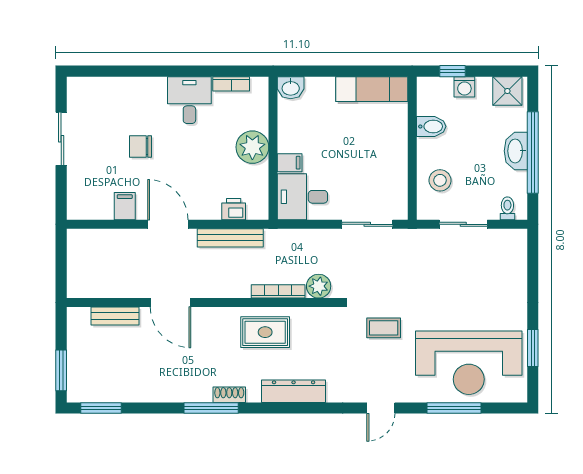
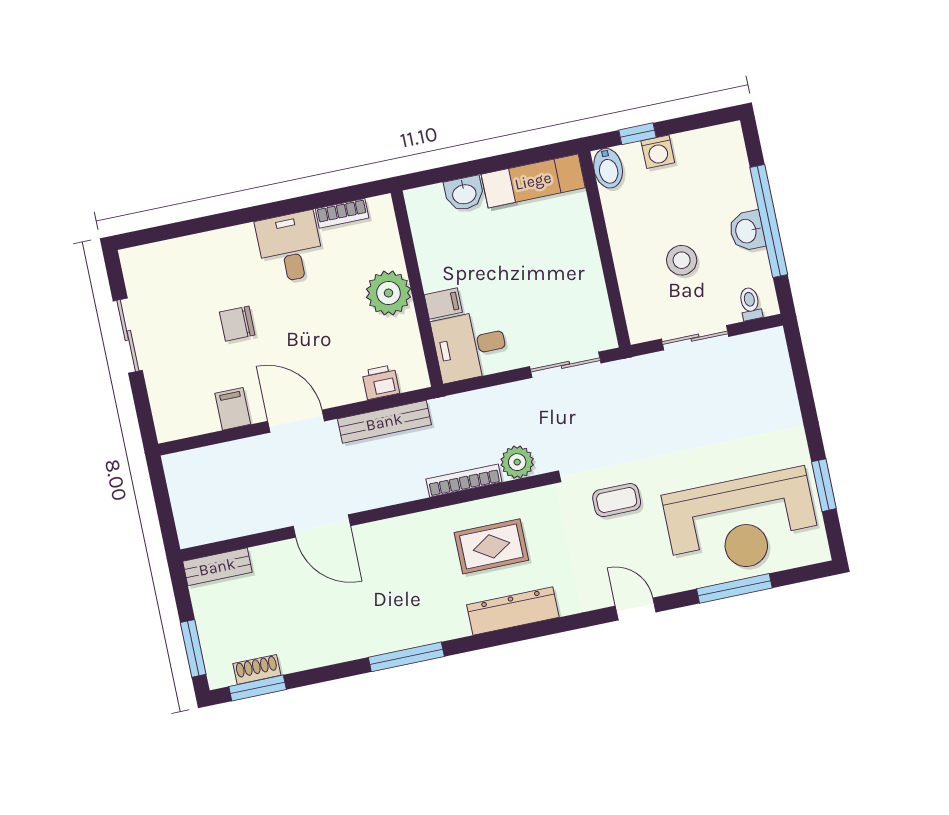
washbasin: (291, 88) -> (464, 193), moved
shower: (507, 91) -> (717, 145), removed
bidet: (431, 126) -> (608, 168), moved, turned 90
washbasin: (516, 151) -> (747, 231), width x0.72
stool: (440, 180) -> (682, 260), moved
bench: (115, 316) -> (217, 567), moved
rug: (265, 332) -> (491, 546), moved
shoe rack: (229, 395) -> (257, 669), moved
door: (381, 408) -> (636, 609), swing flipped

